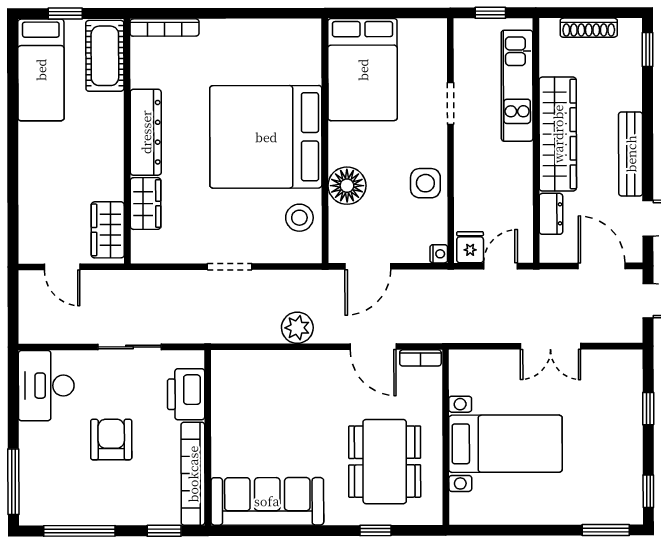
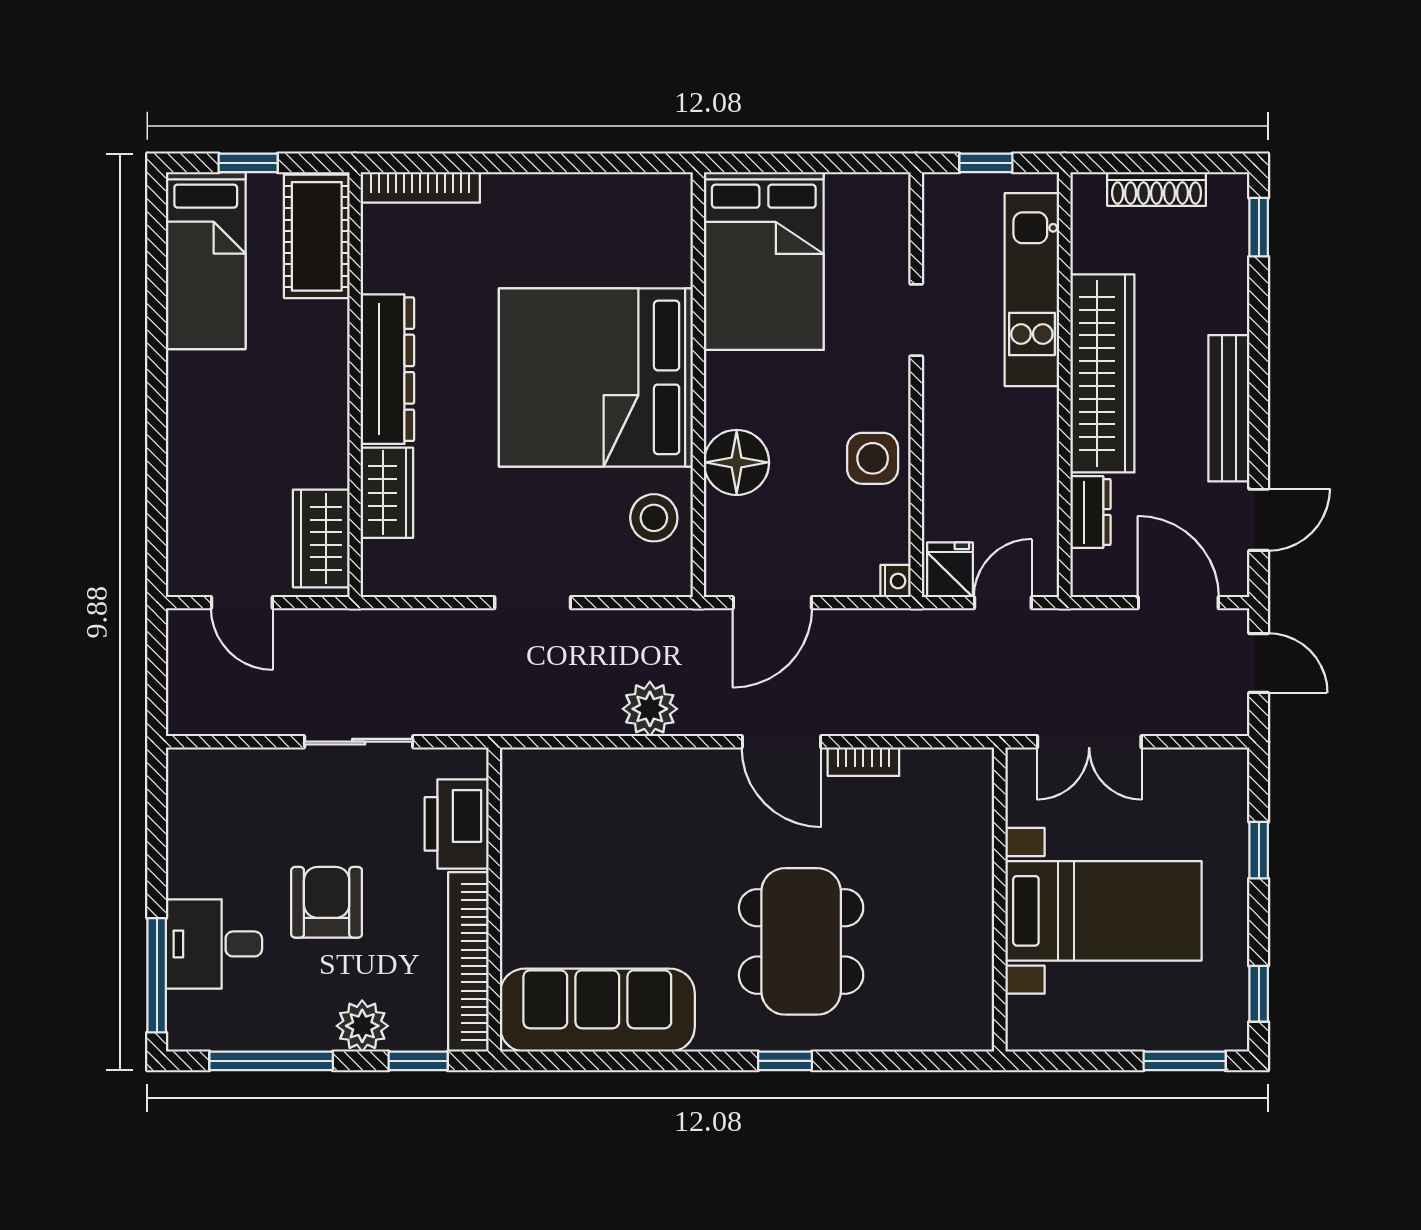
desk: (46, 386) -> (214, 944), moved, width x0.73
wall: (446, 437) -> (1000, 899), moved
bed with nightstands: (505, 444) -> (1103, 911), moved
plant: (132, 511) -> (362, 1026), added

